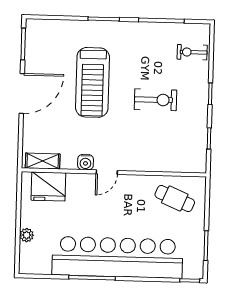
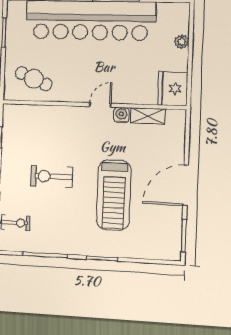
treadmill: (93, 82) -> (114, 195), turned 180
shelving: (43, 161) -> (148, 116), moved
fridge: (48, 186) -> (173, 89), moved, turned -90

